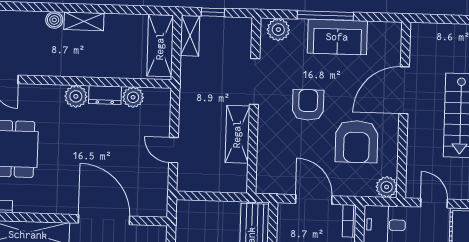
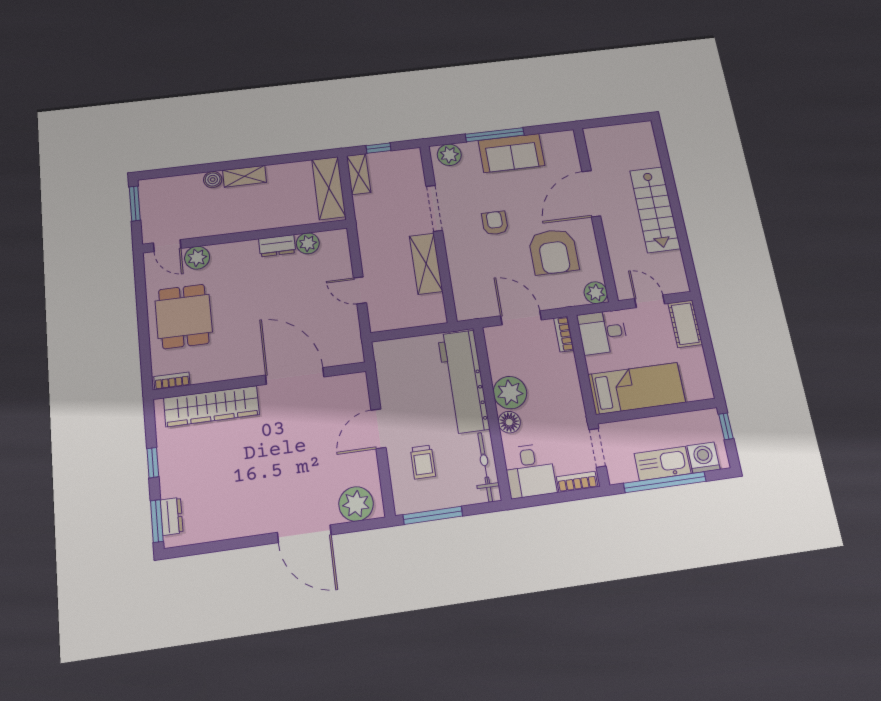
plant: (76, 96) -> (197, 258), moved
armchair: (308, 105) -> (495, 223), width x0.72, depth x0.72

